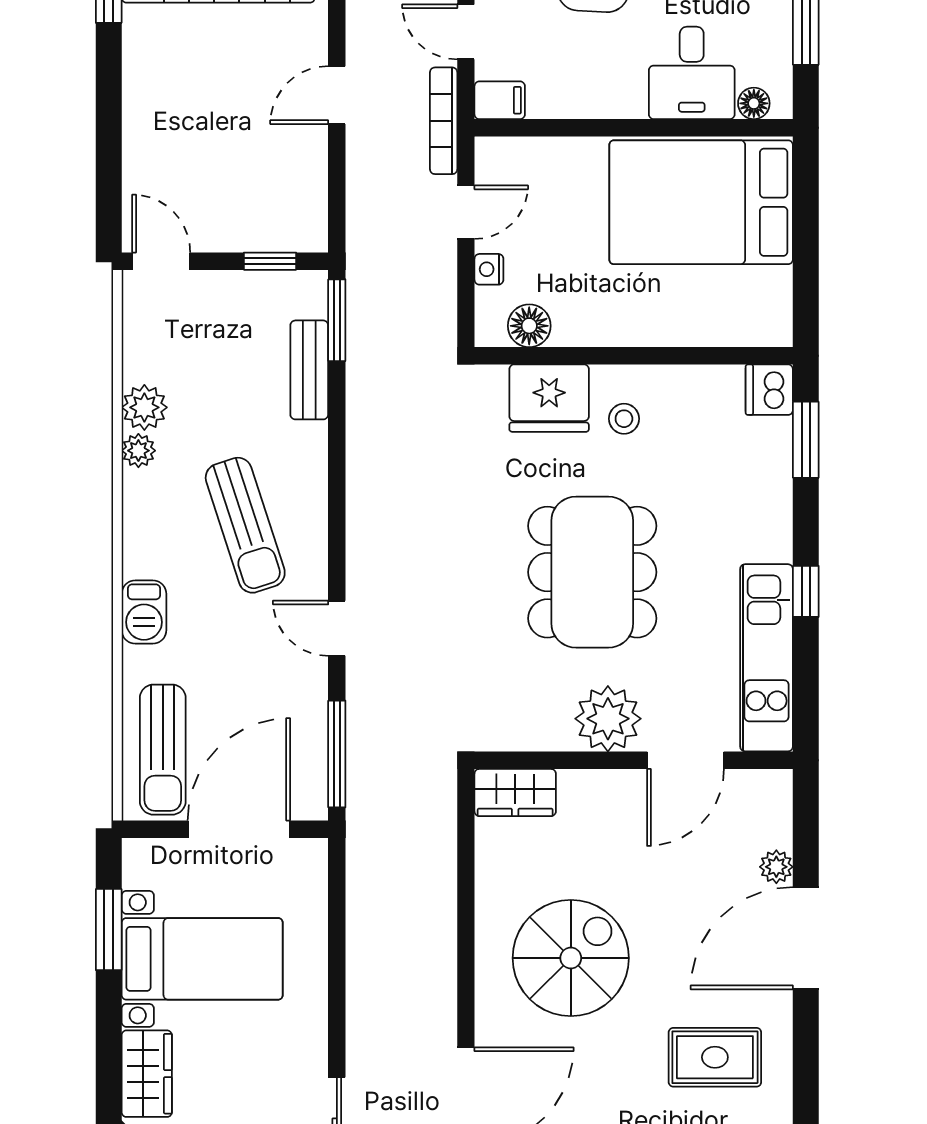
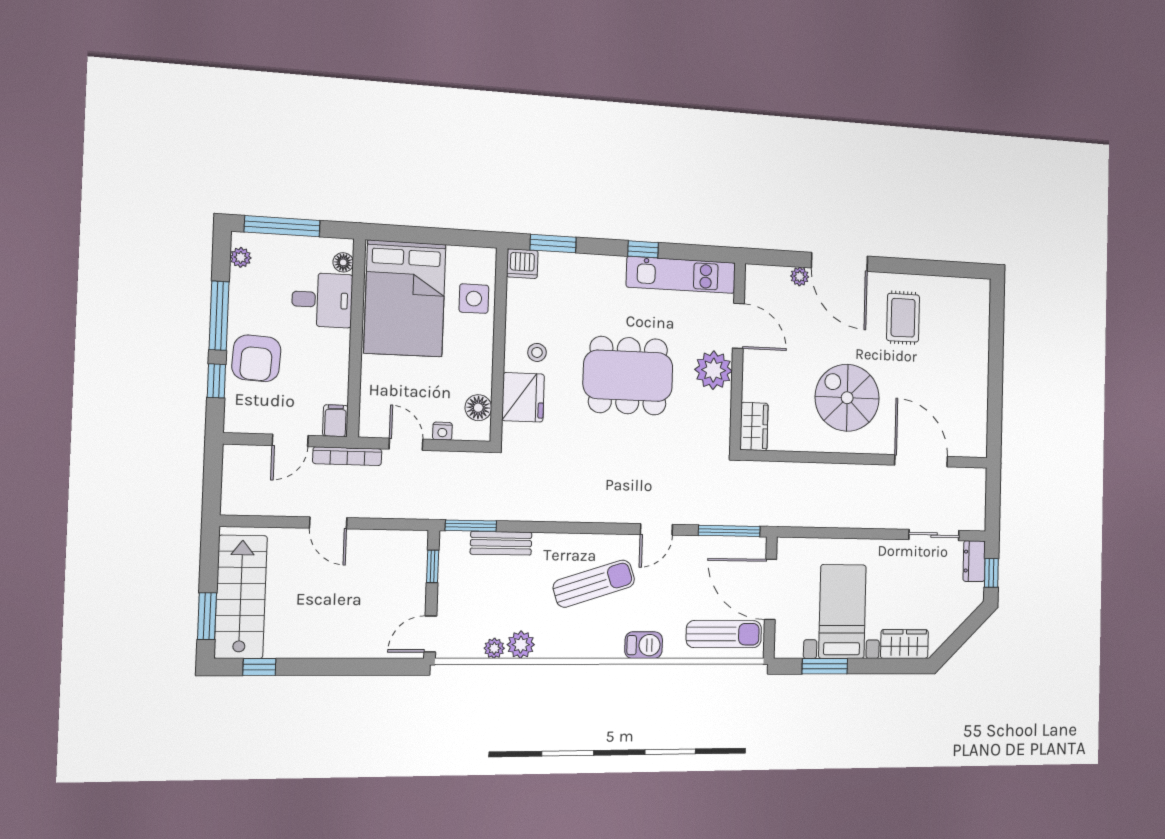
side table: (707, 313) -> (474, 299), added
plant: (138, 451) -> (494, 648), moved

